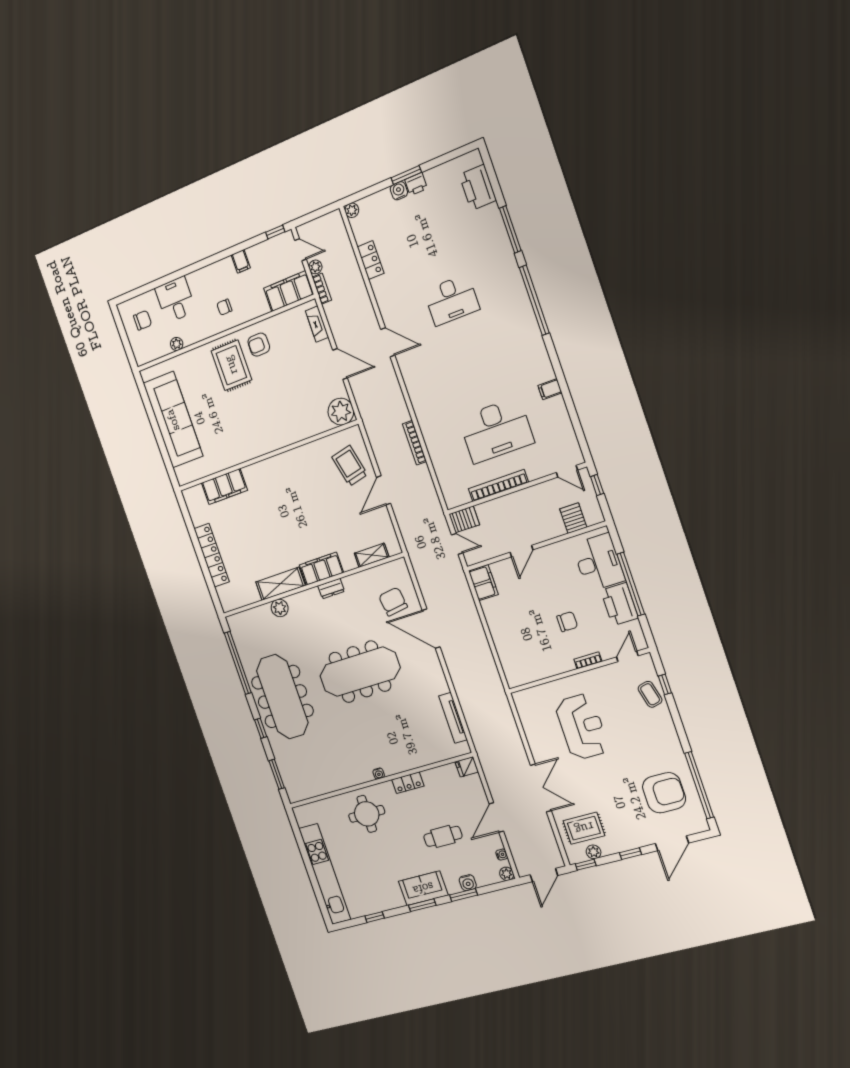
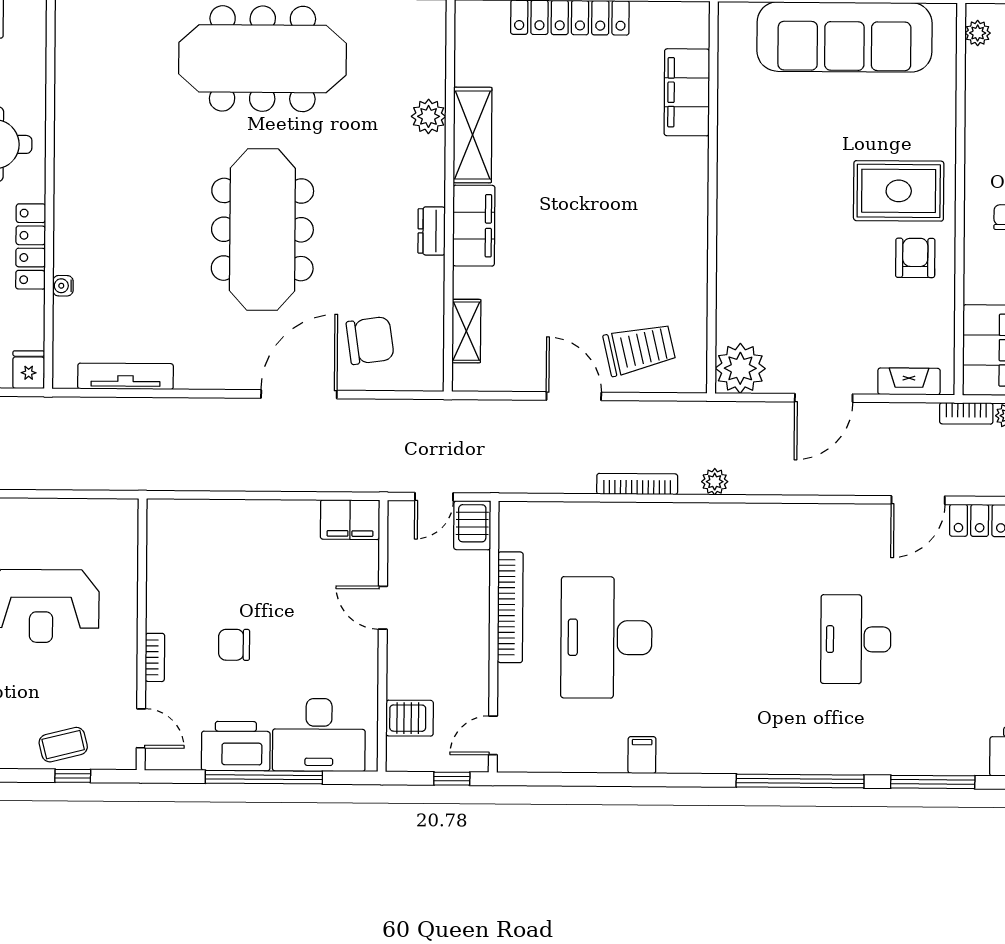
door: (388, 342) -> (918, 500), moved
plant: (177, 344) -> (978, 33), moved
plant: (399, 404) -> (715, 482), added
chair: (567, 622) -> (234, 645), turned 90
water cooler: (379, 774) -> (63, 286), moved
locker: (408, 783) -> (31, 246), width x1.53

